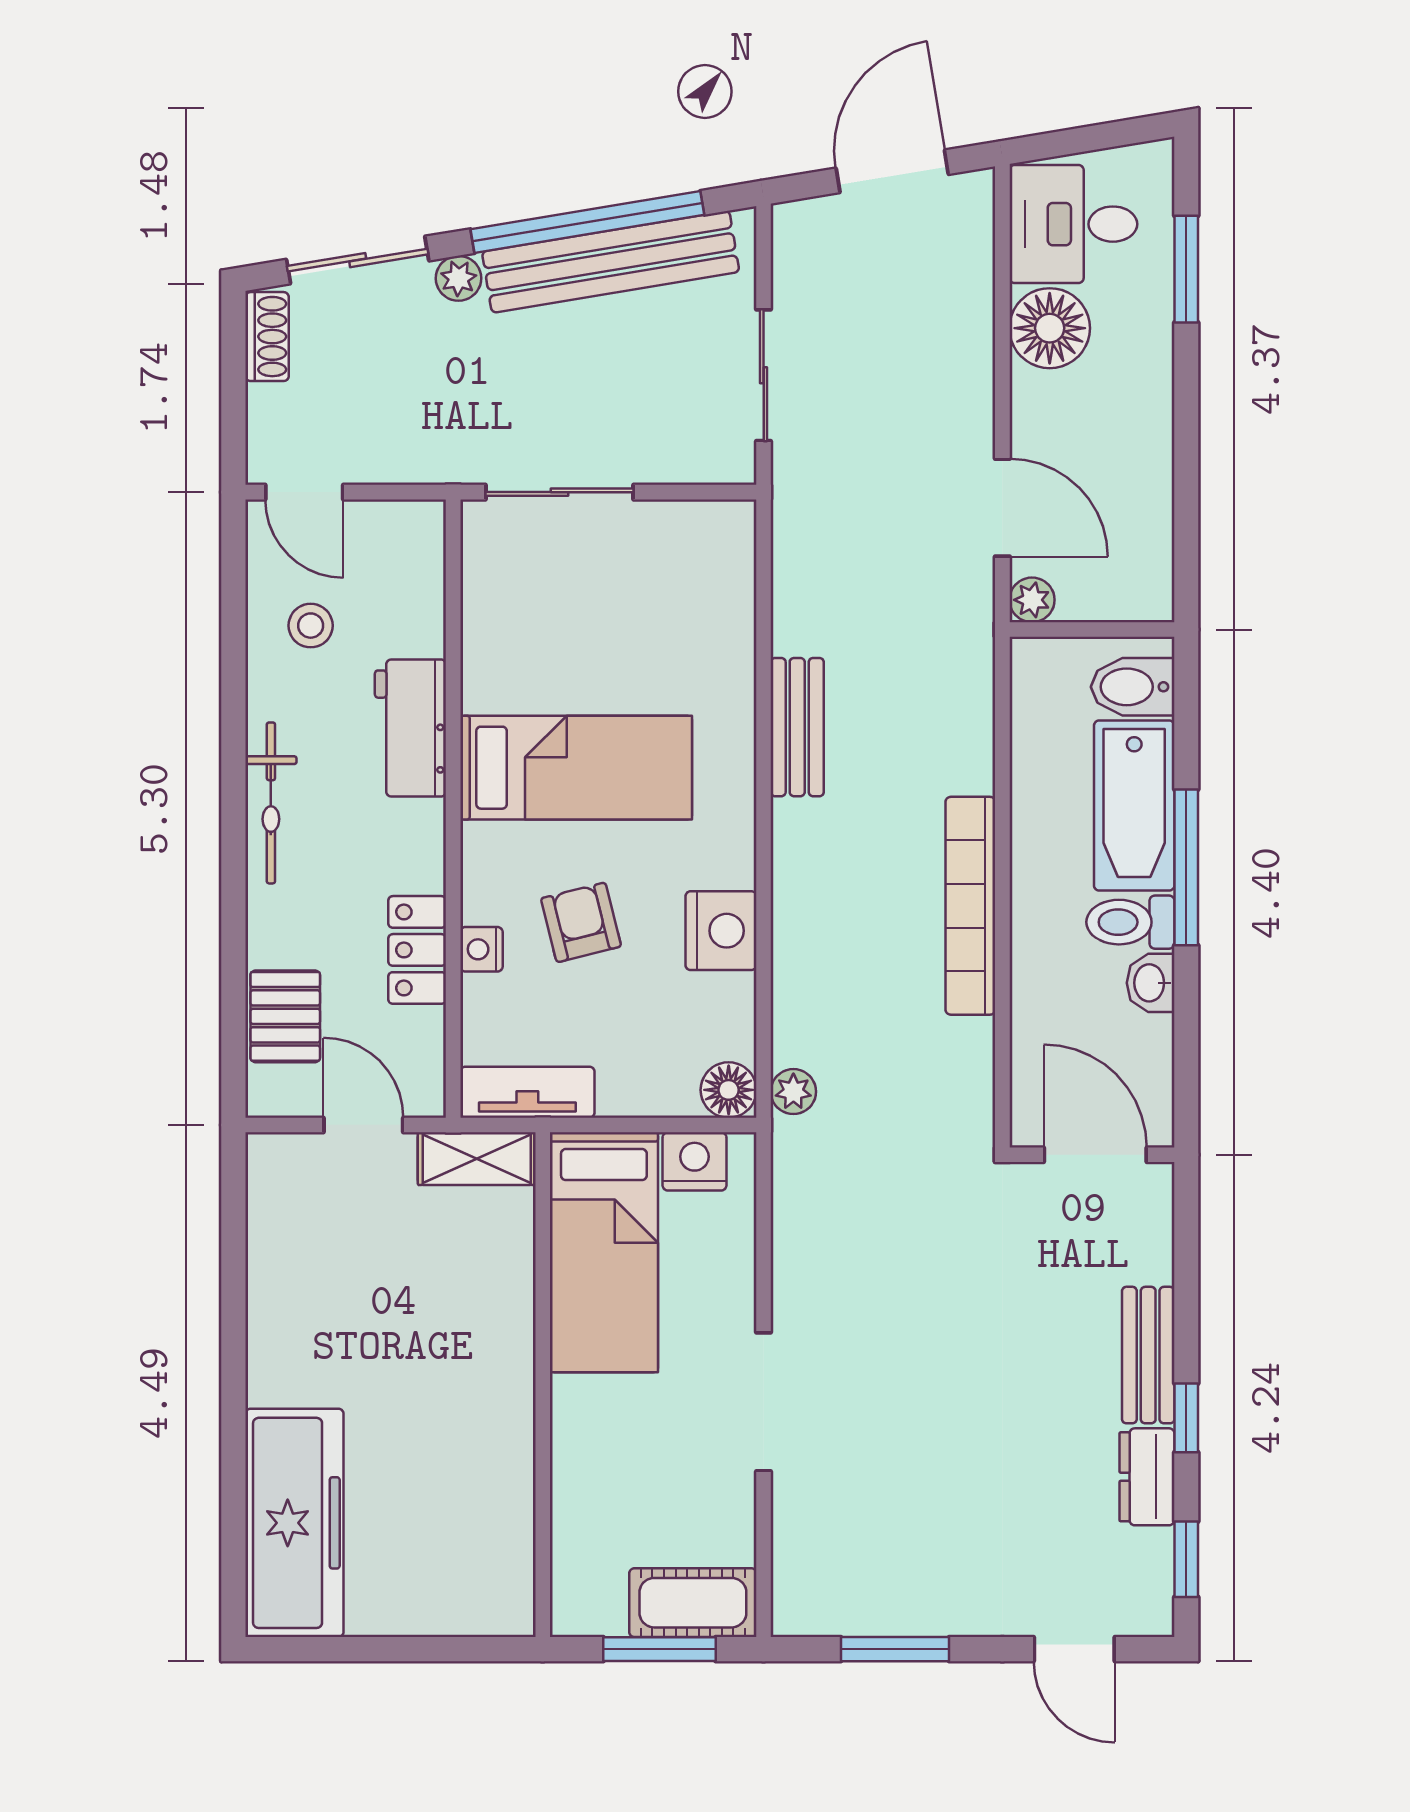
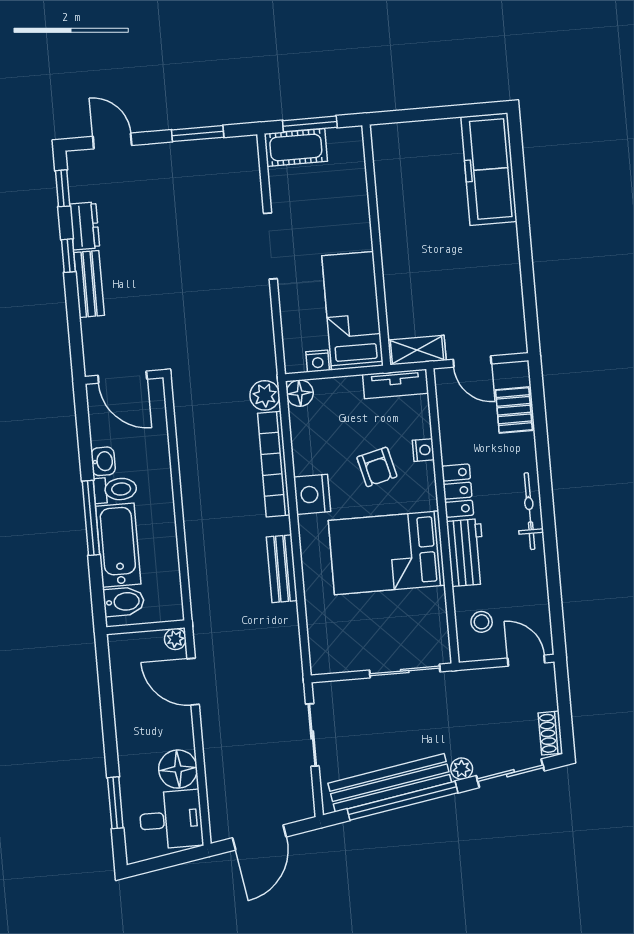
stool: (311, 626) -> (482, 622), moved
bed: (576, 768) -> (387, 553), width x1.50
bookcase: (970, 906) -> (274, 464), moved, turned 180
nightstand: (721, 931) -> (312, 494), moved
locker: (417, 950) -> (458, 491), moved
plant: (793, 1092) -> (265, 395), width x1.38, depth x1.38
nightstand: (694, 1161) -> (318, 361), width x0.72, depth x0.74

